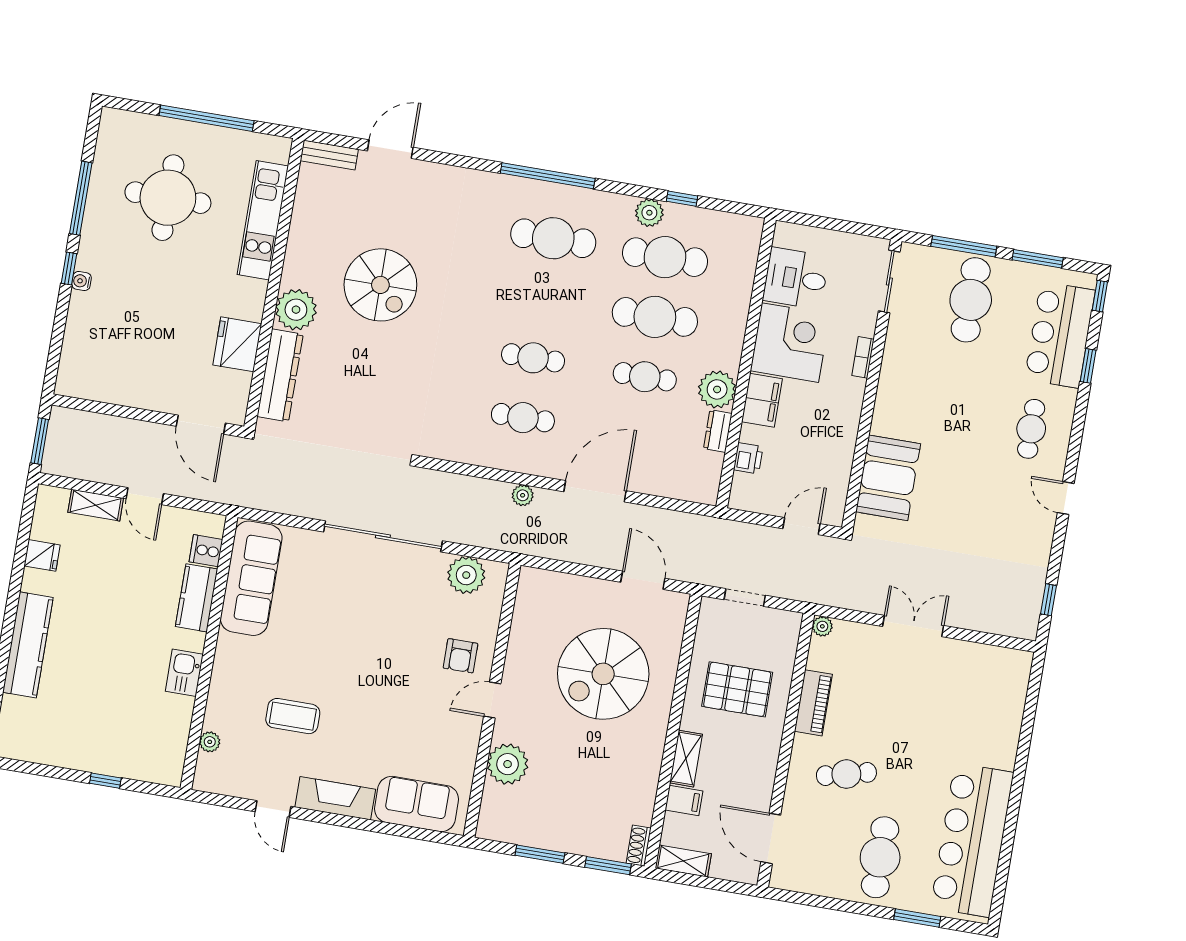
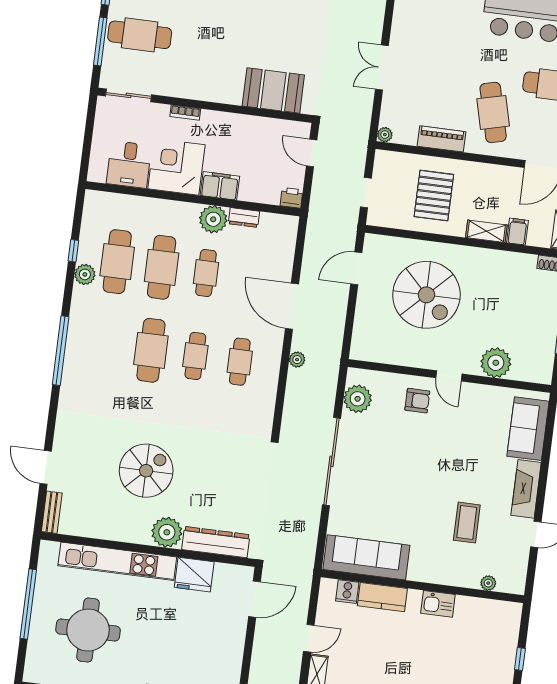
kitchen unit: (263, 220) -> (117, 561), width x1.36
cafe table: (553, 238) -> (151, 350), moved
printer: (748, 458) -> (291, 198), moved
cafe table: (846, 774) -> (493, 112), width x1.37, depth x1.35

